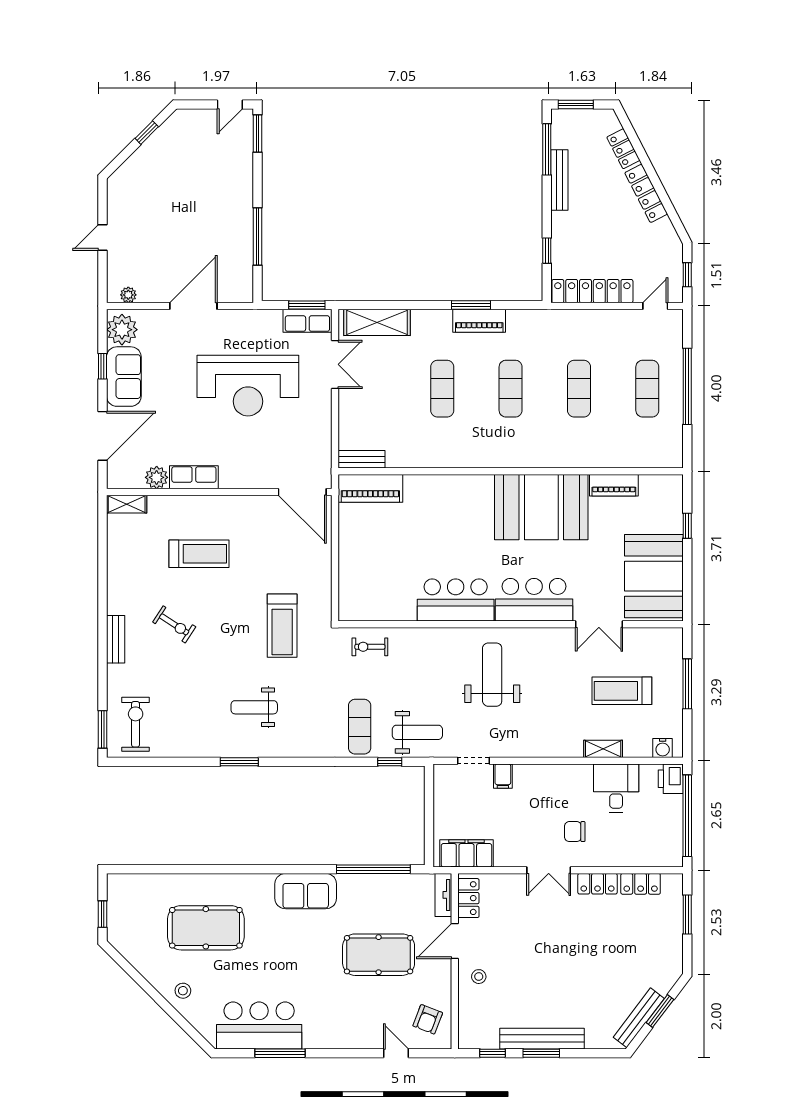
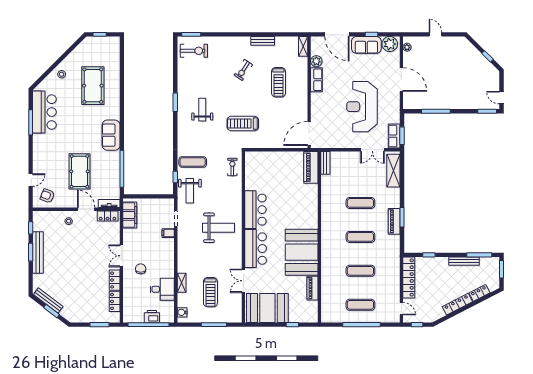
bench: (116, 639) -> (263, 41), moved
treadmill: (622, 691) -> (210, 292), turned 180
printer: (671, 779) -> (152, 316), moved

